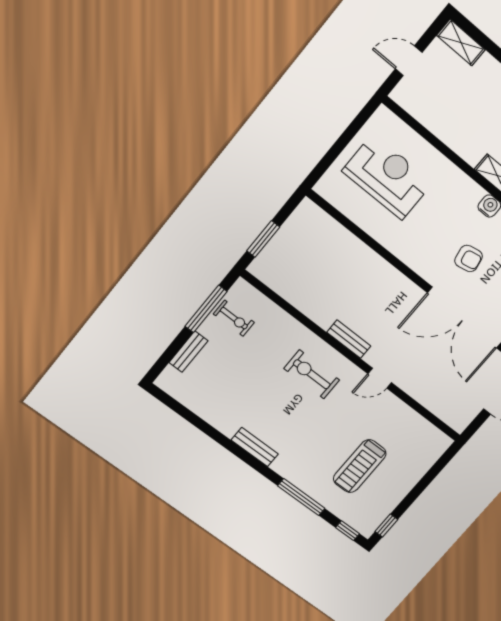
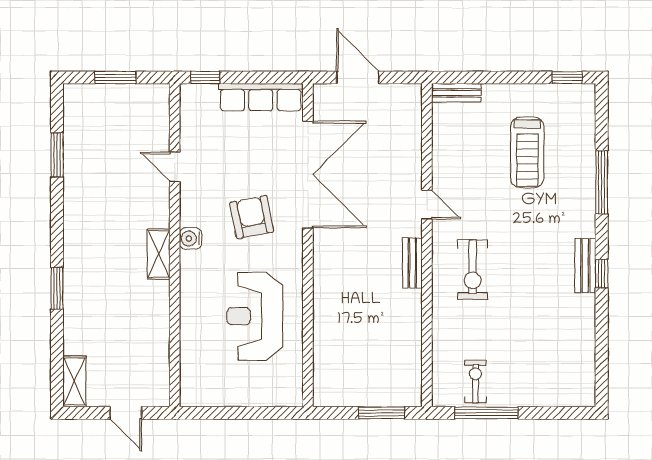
reception desk: (388, 177) -> (255, 316), moved
armchair: (469, 258) -> (252, 217), width x1.38, depth x1.38
bench: (188, 352) -> (456, 93), moved
treadmill: (360, 466) -> (527, 152), turned 90
window: (348, 531) -> (602, 274), moved

